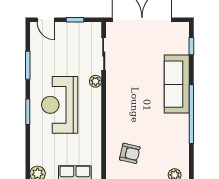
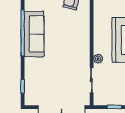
sofa: (177, 84) -> (34, 34), moved

